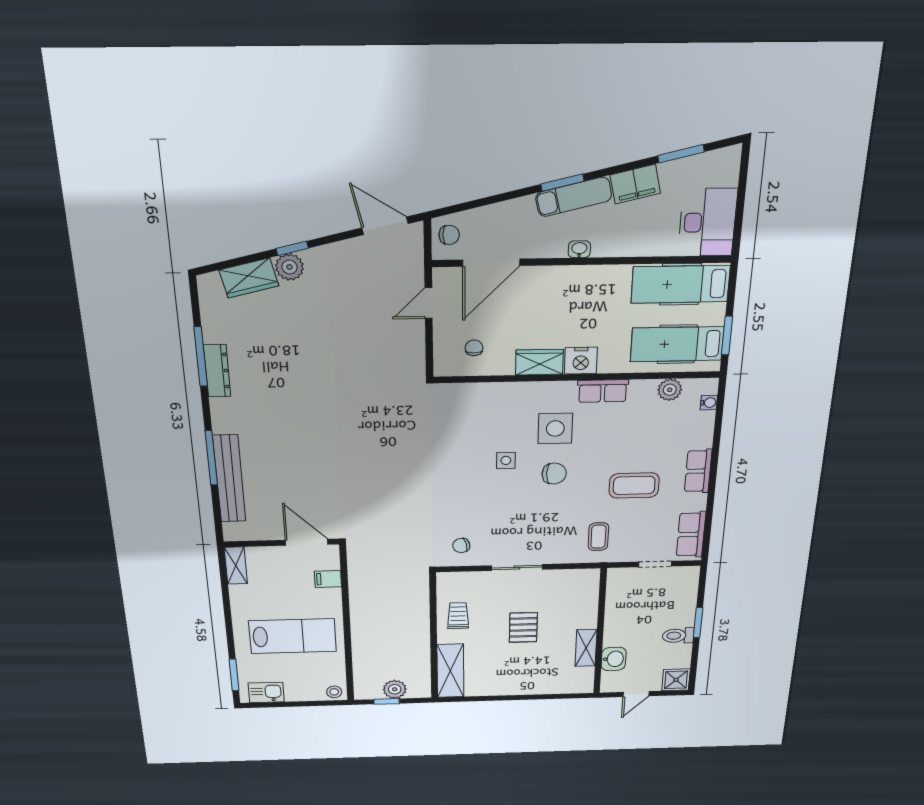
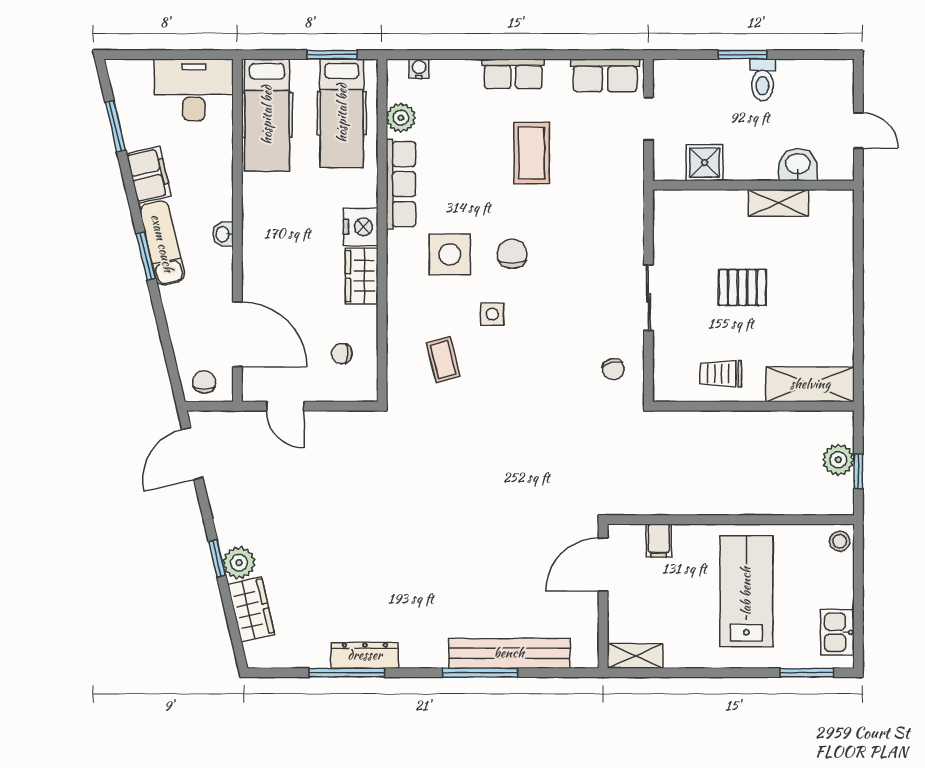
row of seats: (603, 391) -> (401, 184), width x1.48
coffee table: (598, 537) -> (443, 360), moved, turned 76
shower: (676, 680) -> (705, 163), moved

